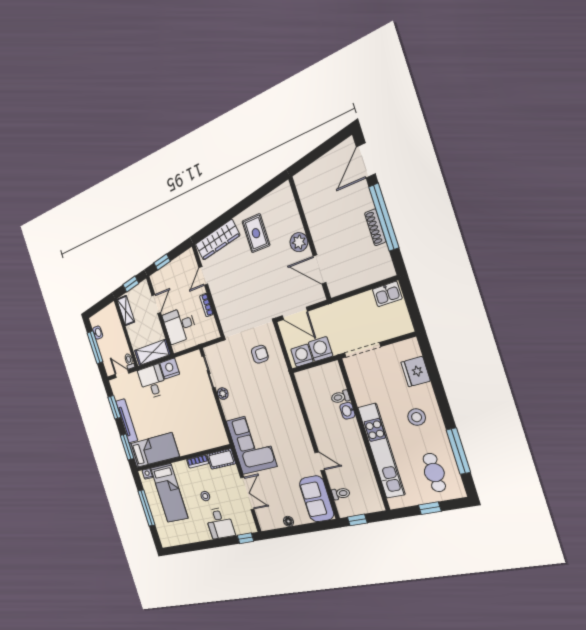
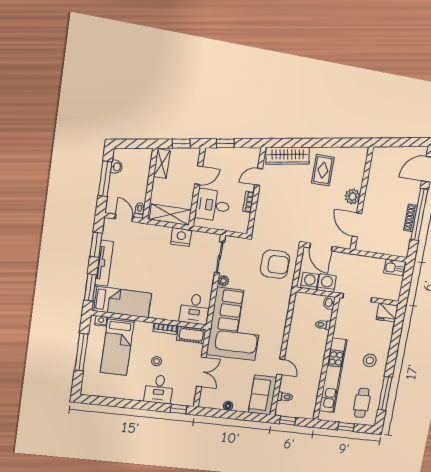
armchair: (260, 354) -> (275, 264), width x1.88, depth x1.88
fridge: (416, 372) -> (387, 312), moved, turned -90
desk: (152, 381) -> (195, 309), moved, turned 180
washbasin: (347, 411) -> (329, 303), moved
corner sofa: (251, 444) -> (236, 324), width x1.36, depth x1.36

